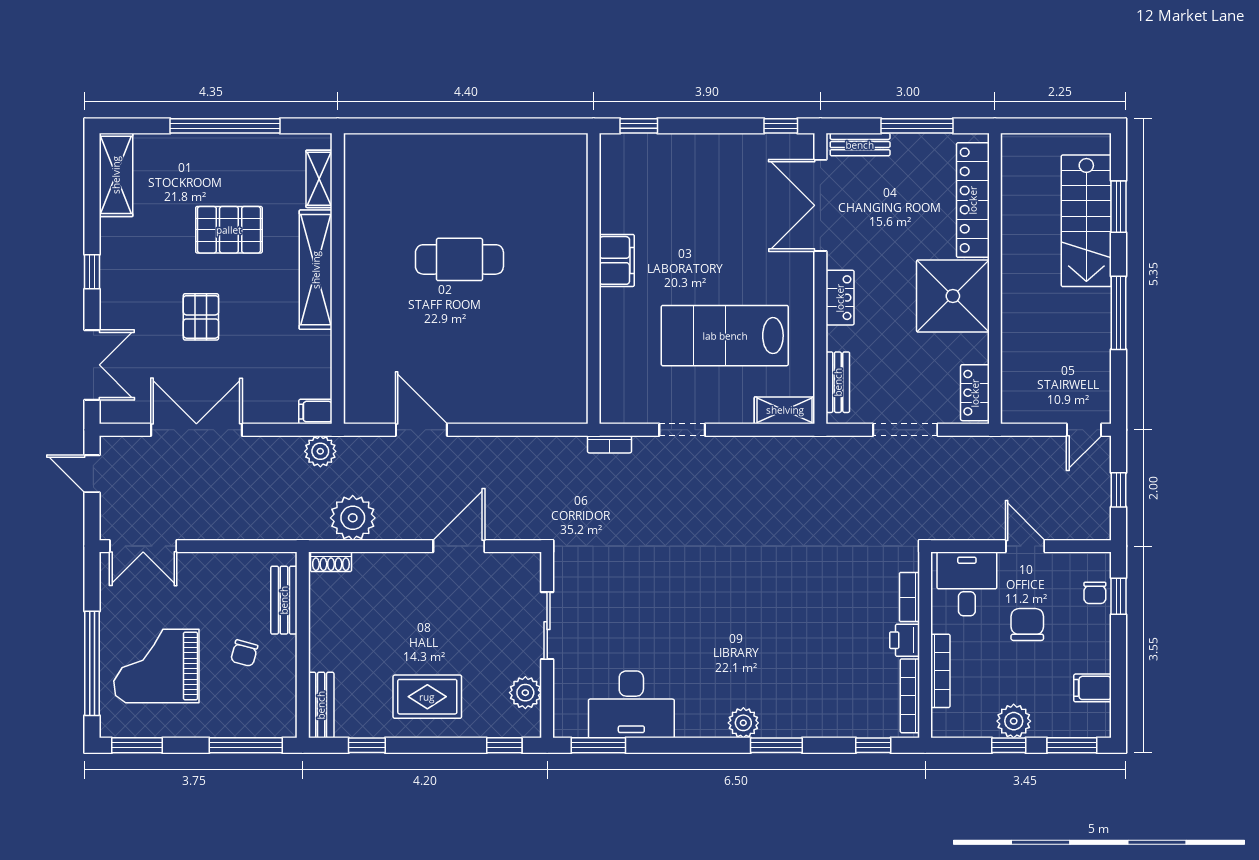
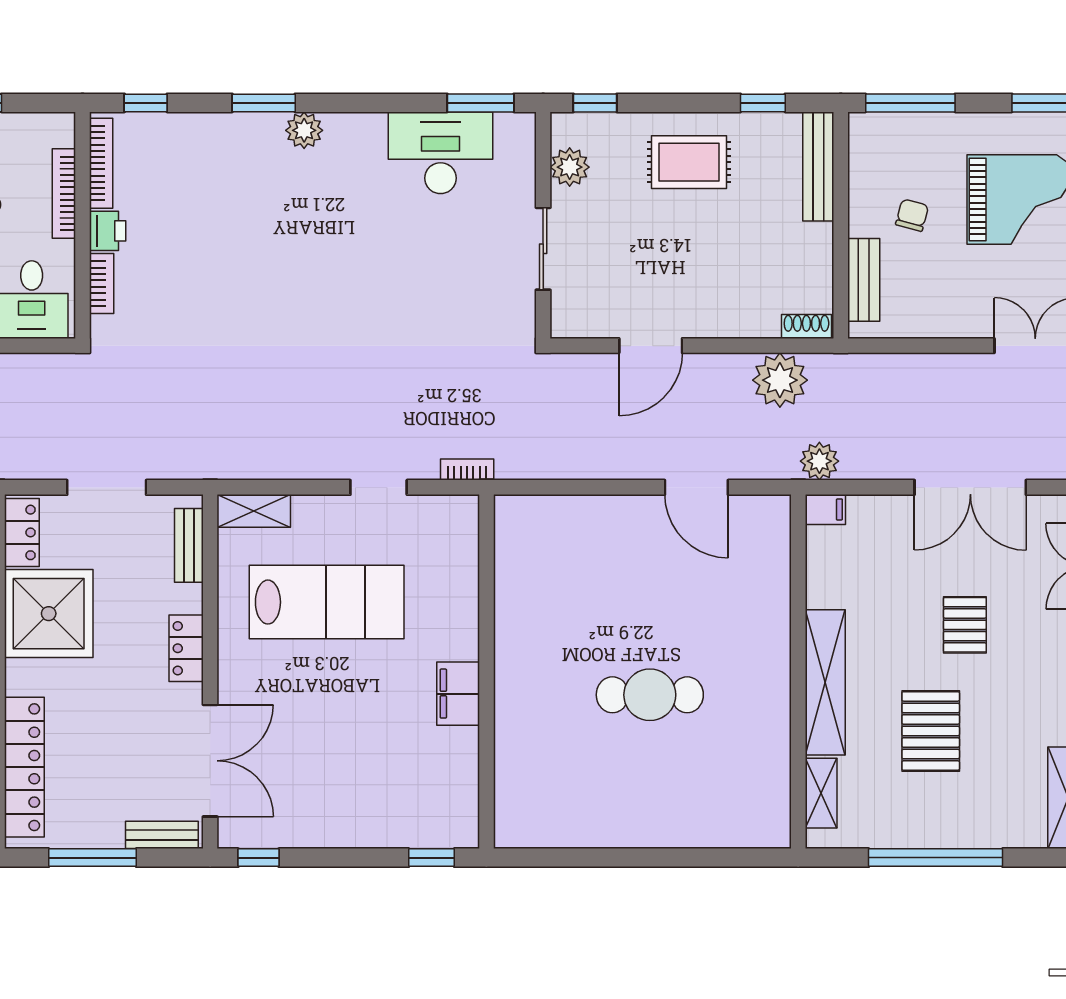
pallet: (229, 230) -> (931, 731), turned 90
shower: (953, 296) -> (49, 614), moved
bench: (321, 705) -> (818, 166), width x1.36

